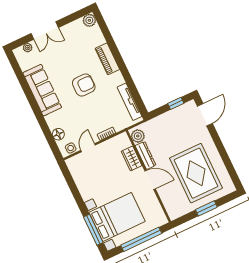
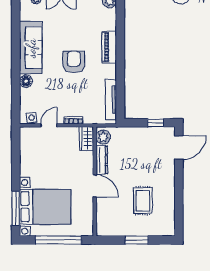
armchair: (84, 85) -> (74, 62), turned -90
floor lamp: (58, 134) -> (26, 81), moved
wardrobe: (132, 158) -> (87, 139), moved
rug: (196, 173) -> (143, 201), width x0.54, depth x0.49

